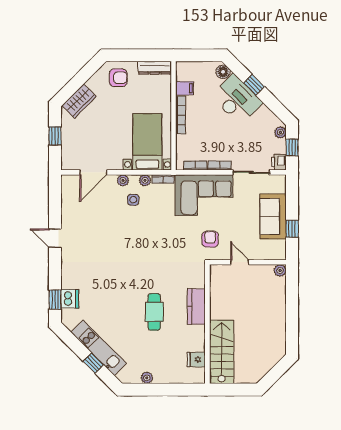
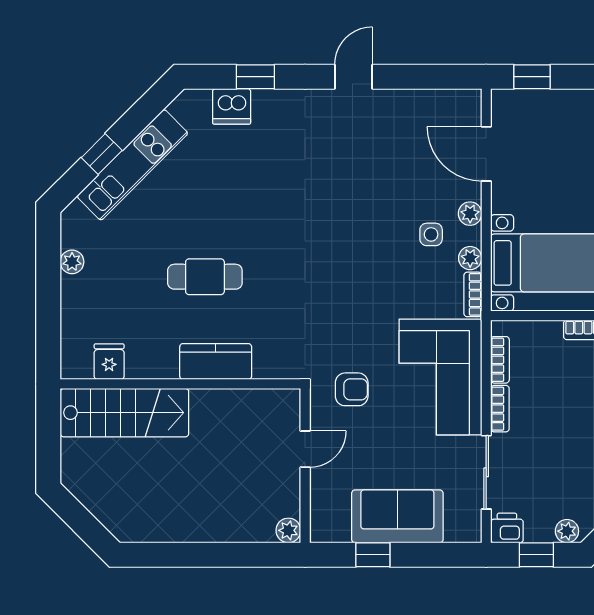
window: (55, 136) -> (532, 77), moved
window: (55, 300) -> (255, 77), moved

